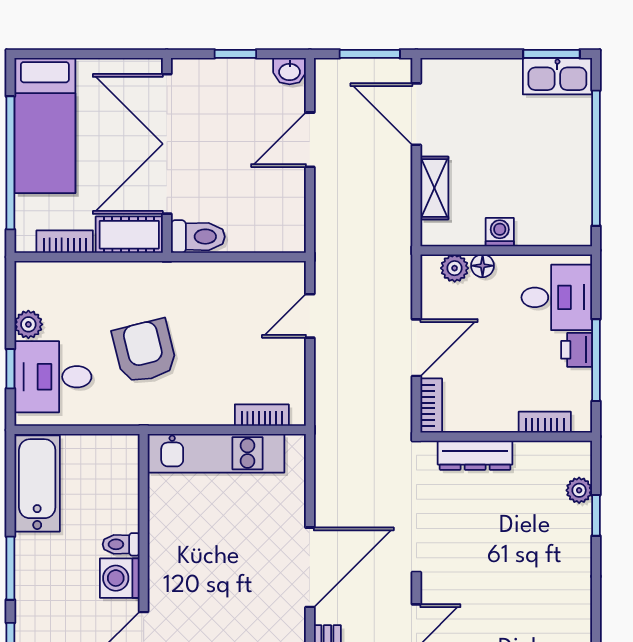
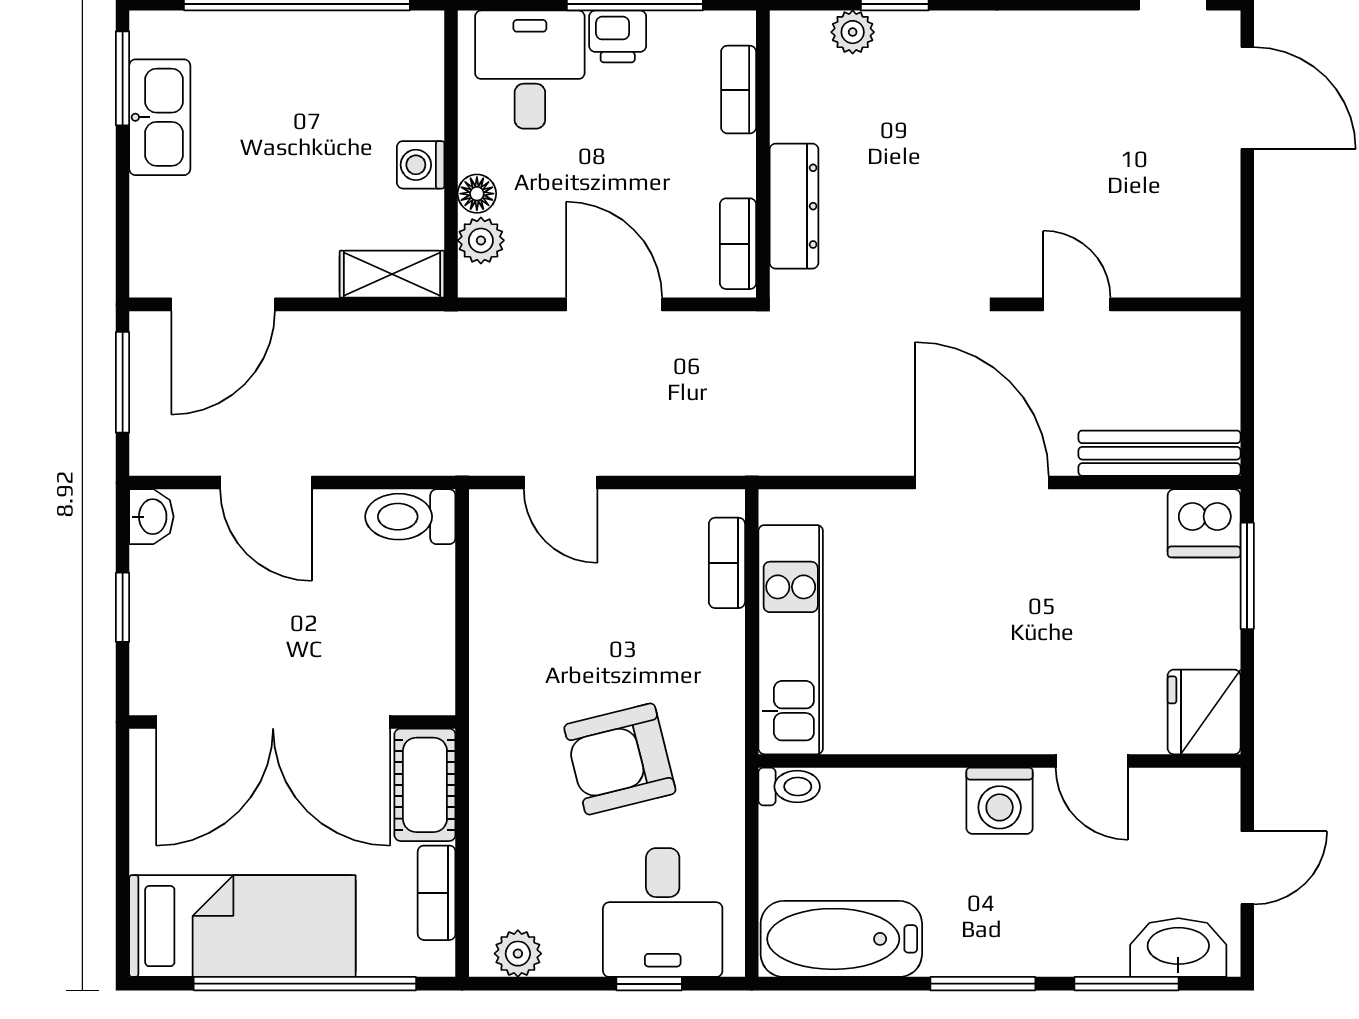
kitchen sink: (557, 76) -> (160, 117), moved
shelving: (434, 188) -> (392, 274), moved
toilet: (198, 237) -> (410, 517), moved, turned -90
plant: (28, 324) -> (518, 954), moved
bookcase: (431, 406) -> (738, 244), moved, turned -90
toilet: (121, 544) -> (789, 787), moved, turned -90

